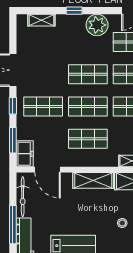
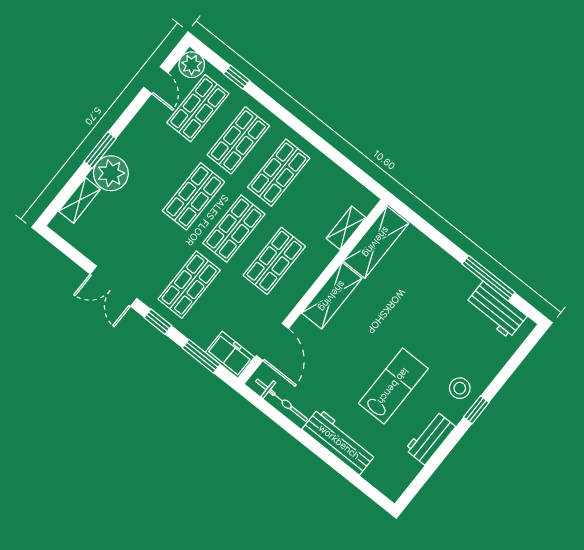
window: (74, 11) -> (100, 150), width x1.50
plant: (97, 25) -> (111, 173), moved
door: (48, 170) -> (272, 342), hinge flipped
stool: (122, 223) -> (414, 302), removed
window: (13, 225) -> (307, 441), removed

